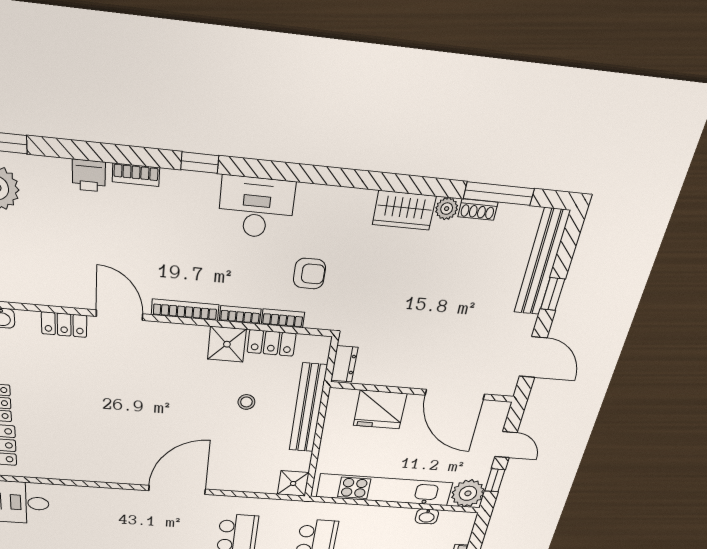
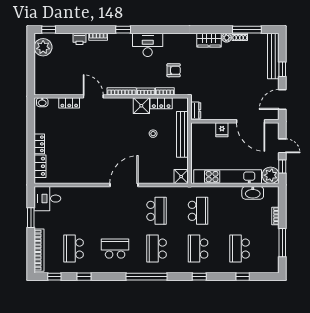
door: (533, 357) -> (282, 99), swing flipped
fridge: (380, 410) -> (222, 130), width x0.53, depth x0.75
washbasin: (427, 516) -> (253, 193), width x1.91, depth x1.45

